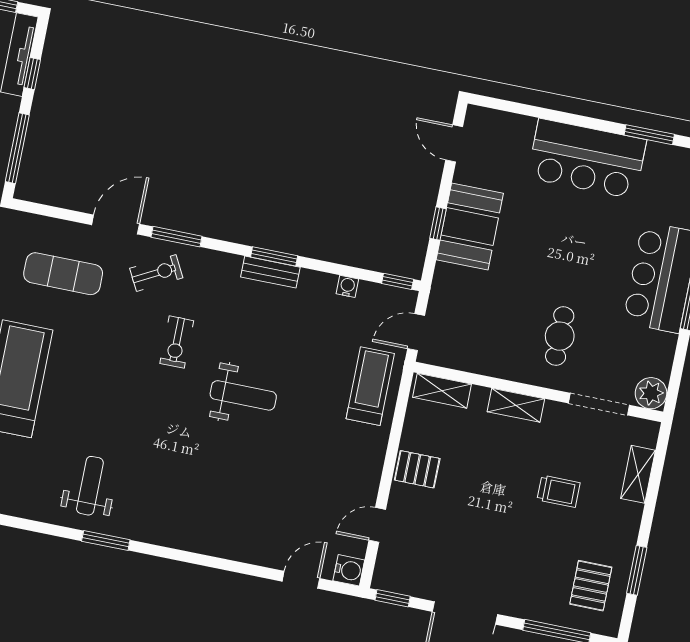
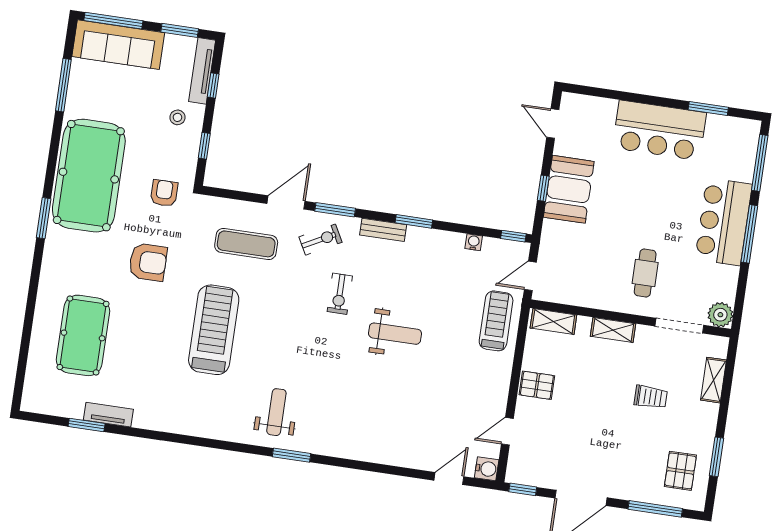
window: (17, 148) -> (204, 146), width x0.46
bench: (270, 272) -> (383, 230), moved

